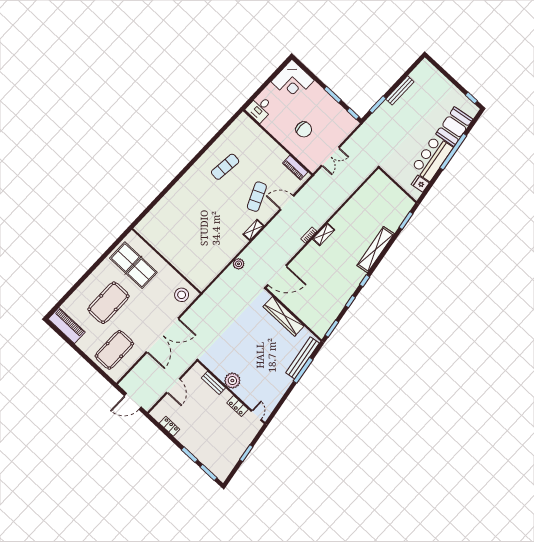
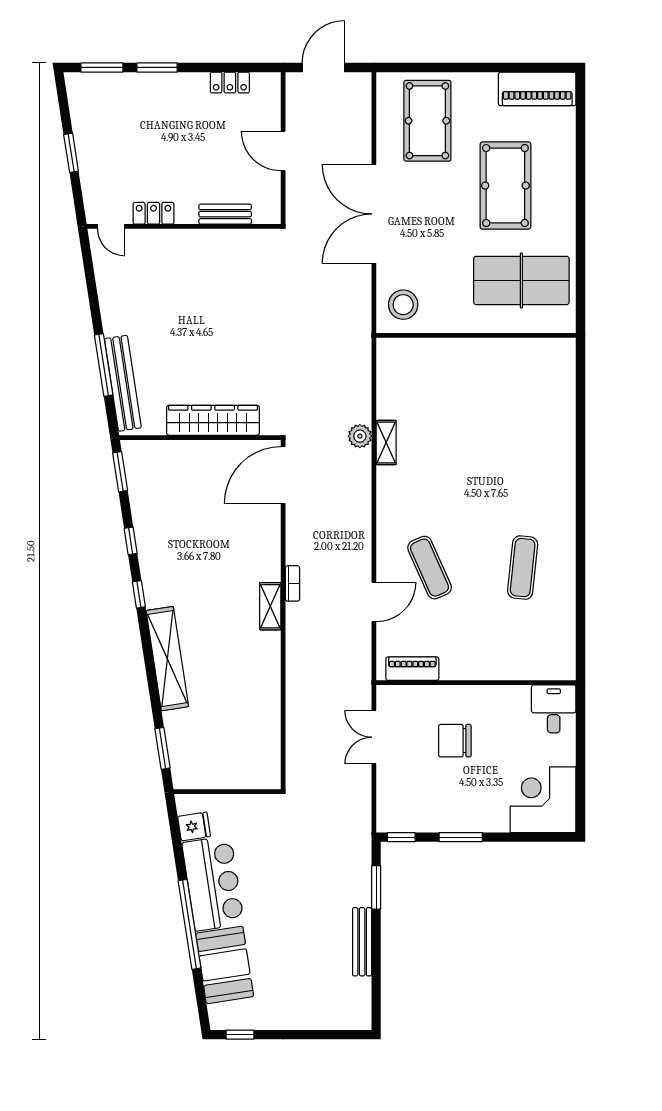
shelving: (253, 230) -> (386, 443), moved
plant: (232, 381) -> (199, 245), removed

